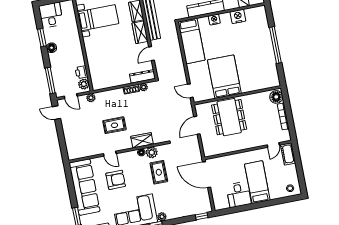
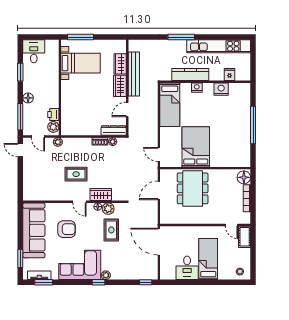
floor lamp: (52, 48) -> (28, 98), moved
door: (273, 145) -> (231, 225), hinge flipped
door: (110, 154) -> (79, 202), moved

